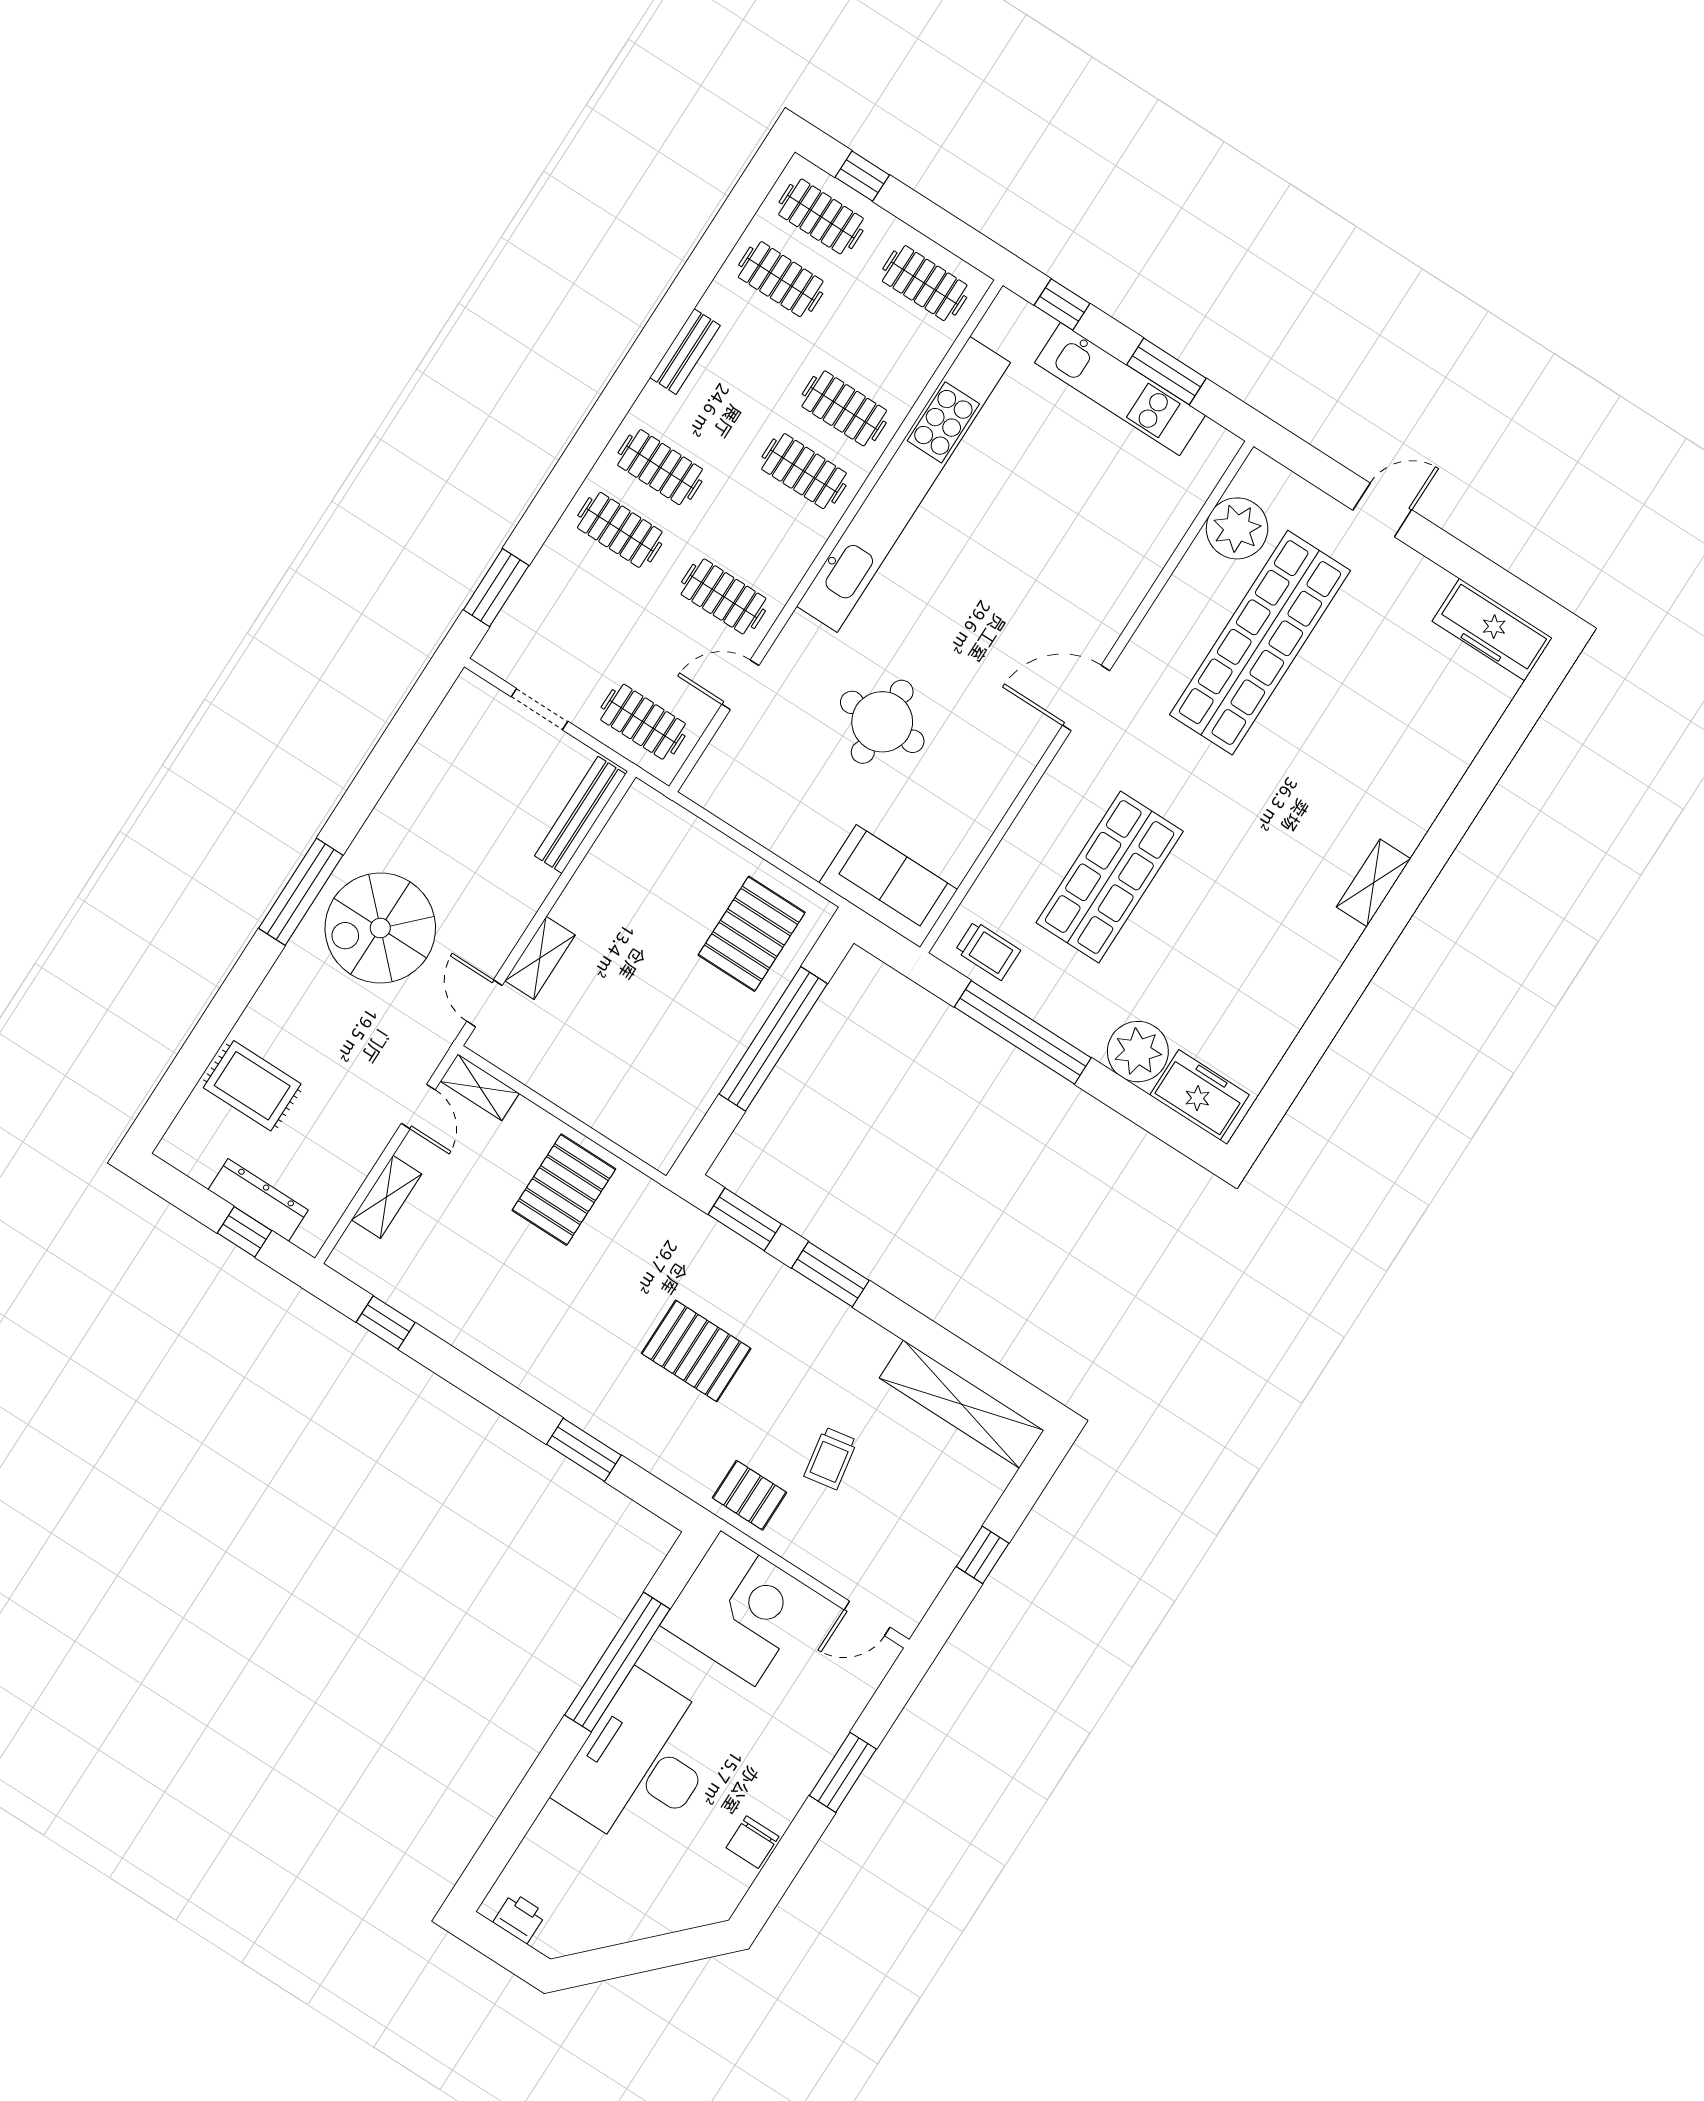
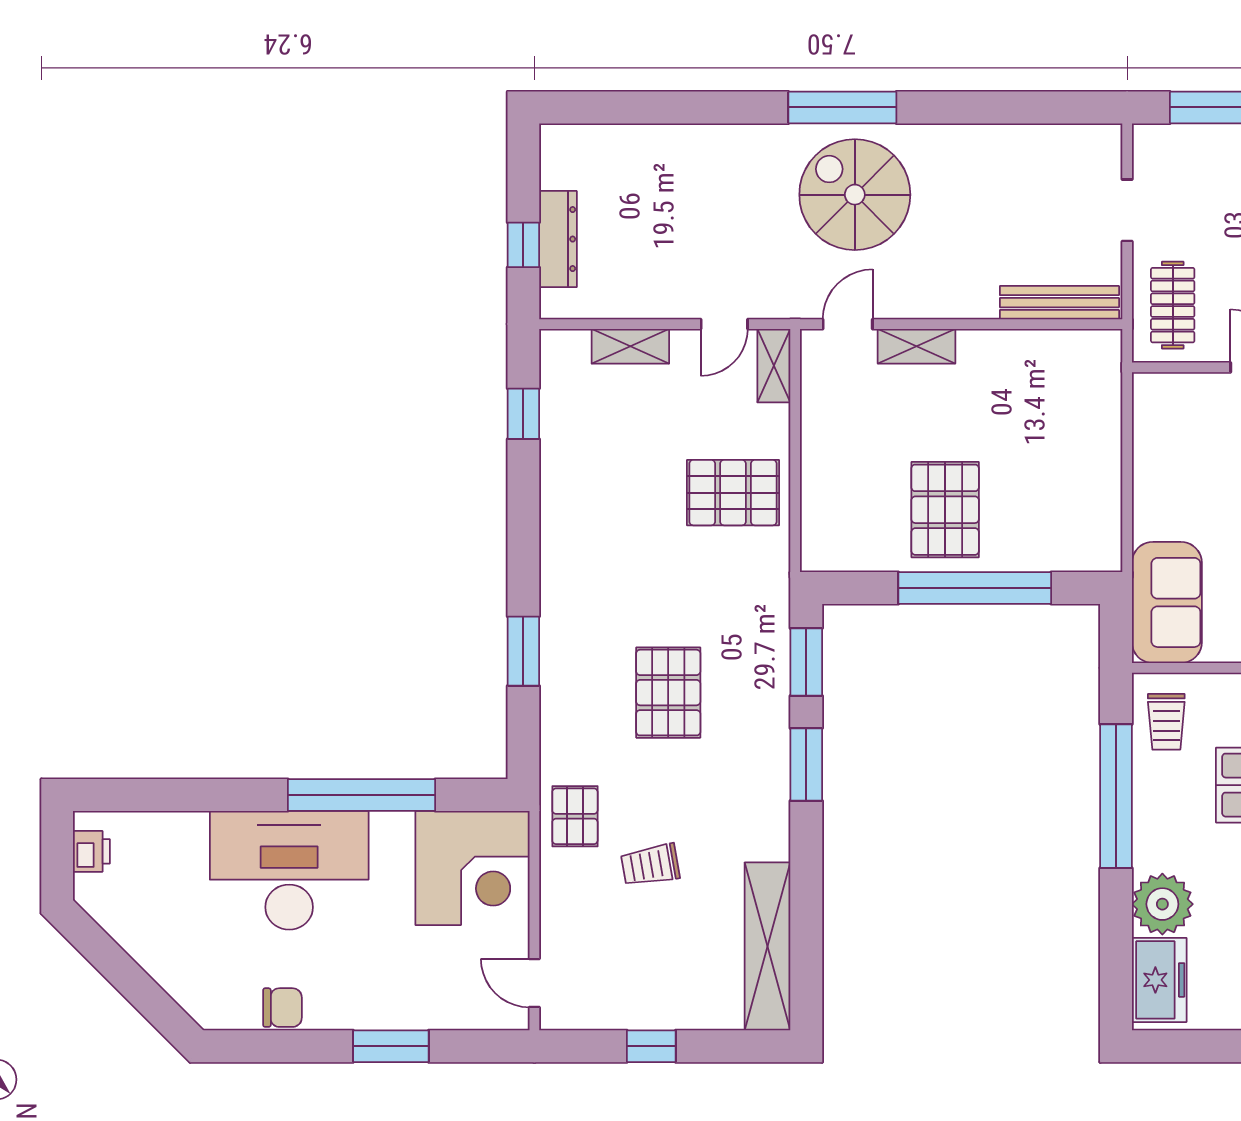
pallet: (752, 934) -> (945, 510), moved, turned 90
rug: (252, 1086) -> (651, 172), removed
chair: (752, 1842) -> (282, 1008), turned 180

